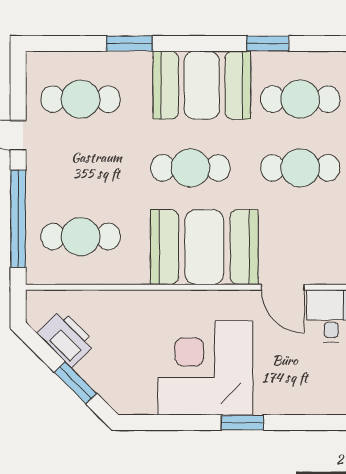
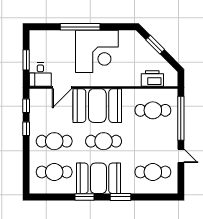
window: (129, 44) -> (121, 197), moved
window: (268, 44) -> (85, 197), moved
door: (283, 287) -> (62, 88), swing flipped
printer: (66, 338) -> (152, 79), moved, turned 135
window: (242, 423) -> (80, 27), width x2.11

